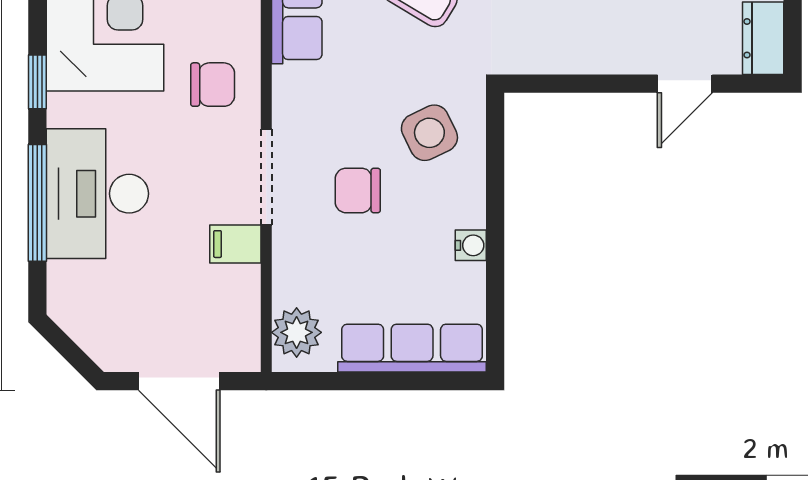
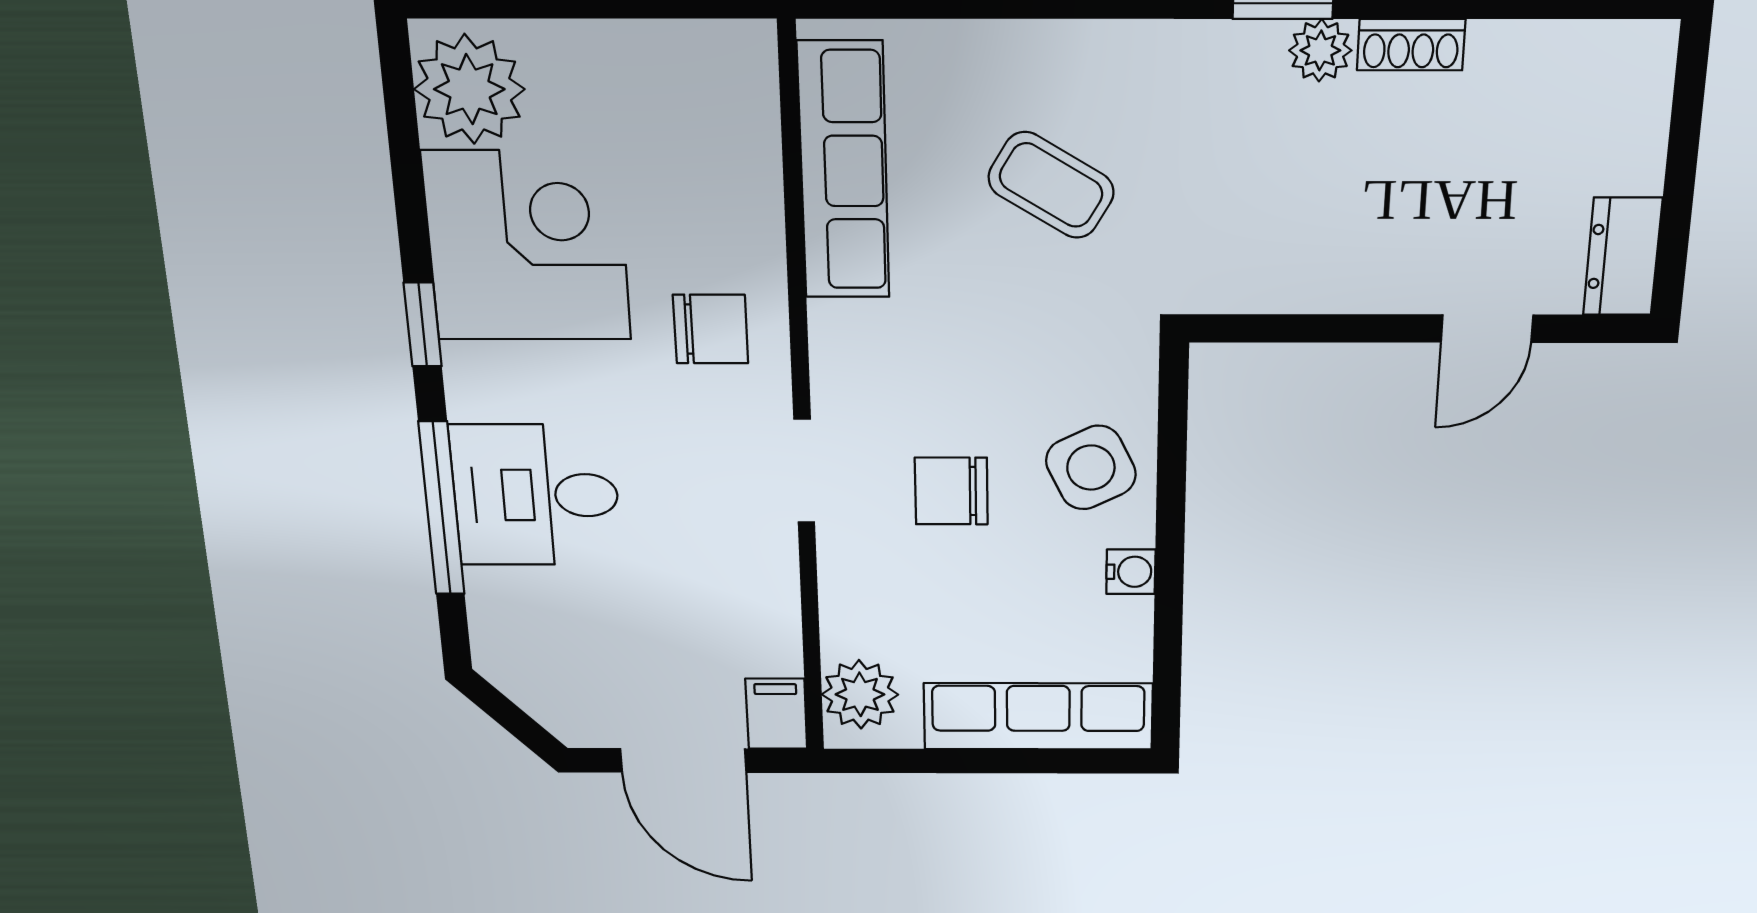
side table: (429, 133) -> (1091, 468), moved
doorway: (266, 177) -> (804, 471), width x0.73
desk: (97, 194) -> (536, 495), width x0.73
filing cabinet: (235, 244) -> (776, 714), moved, turned 90

